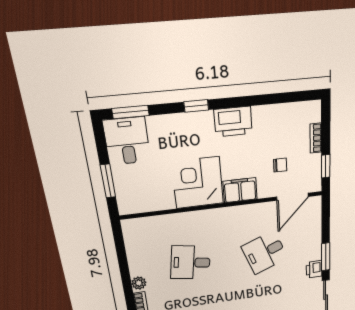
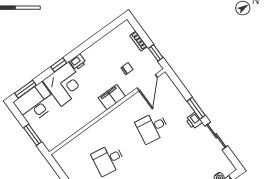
printer: (233, 122) -> (78, 62), width x0.53, depth x0.68
desk: (127, 141) -> (35, 103), width x1.37
corner desk: (198, 183) -> (65, 84), moved, turned 180
desk: (265, 252) -> (152, 127), turned 30

